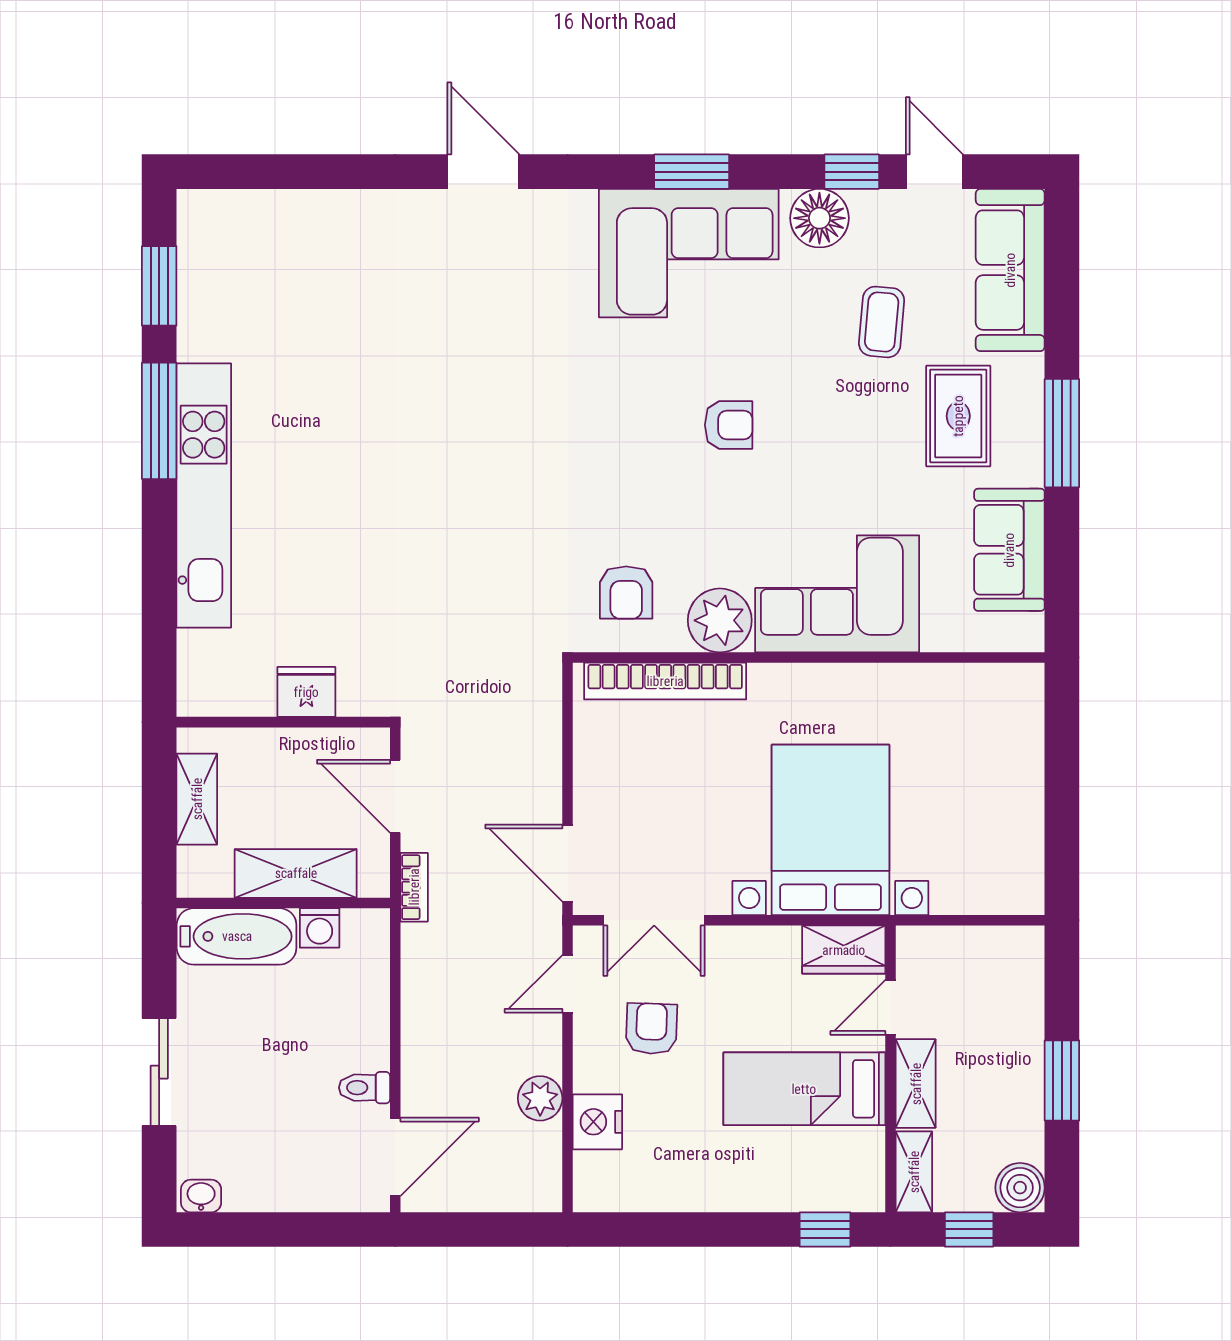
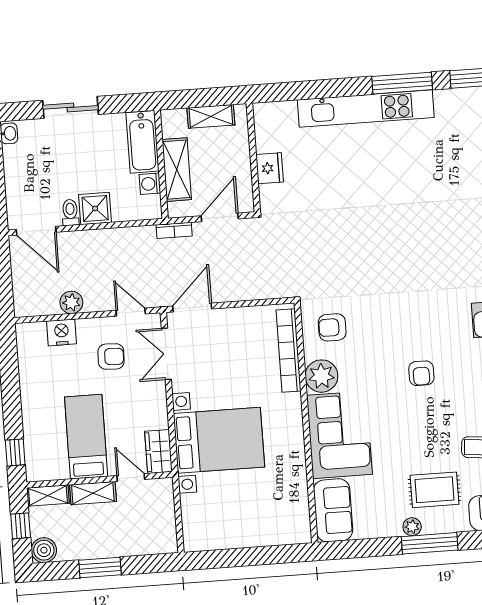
plant: (1027, 465) -> (412, 527), added
sofa: (1009, 550) -> (333, 510), moved, turned 90
shower: (360, 1038) -> (95, 208), added

